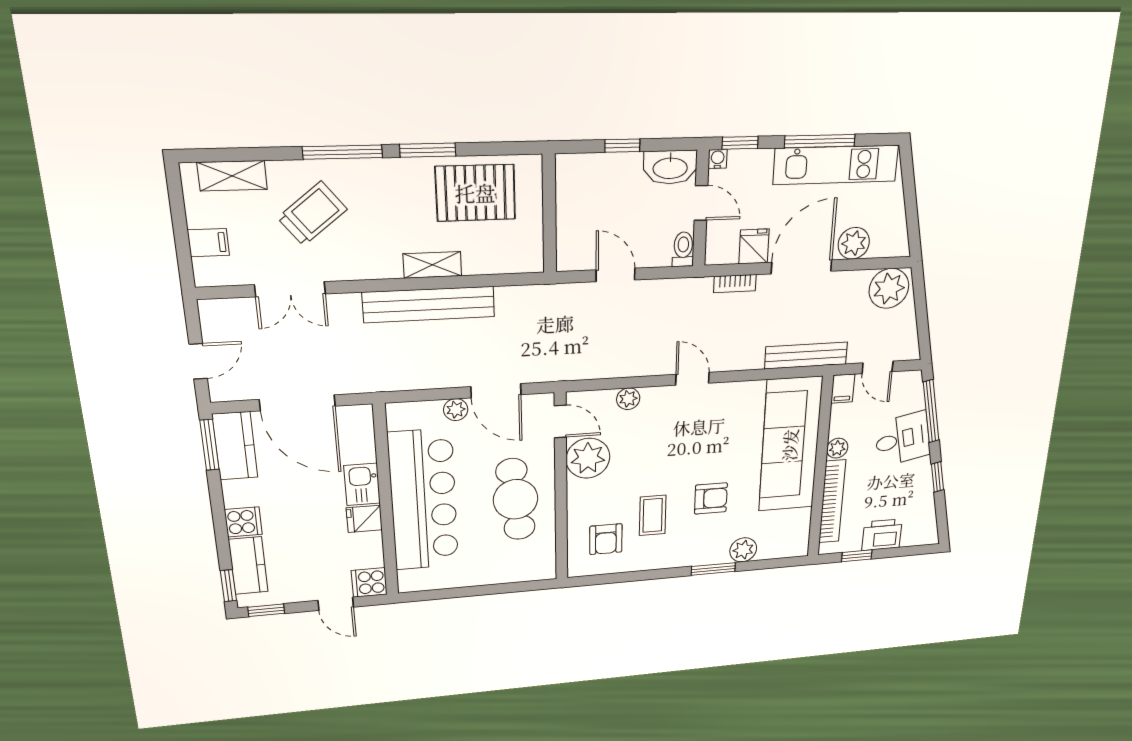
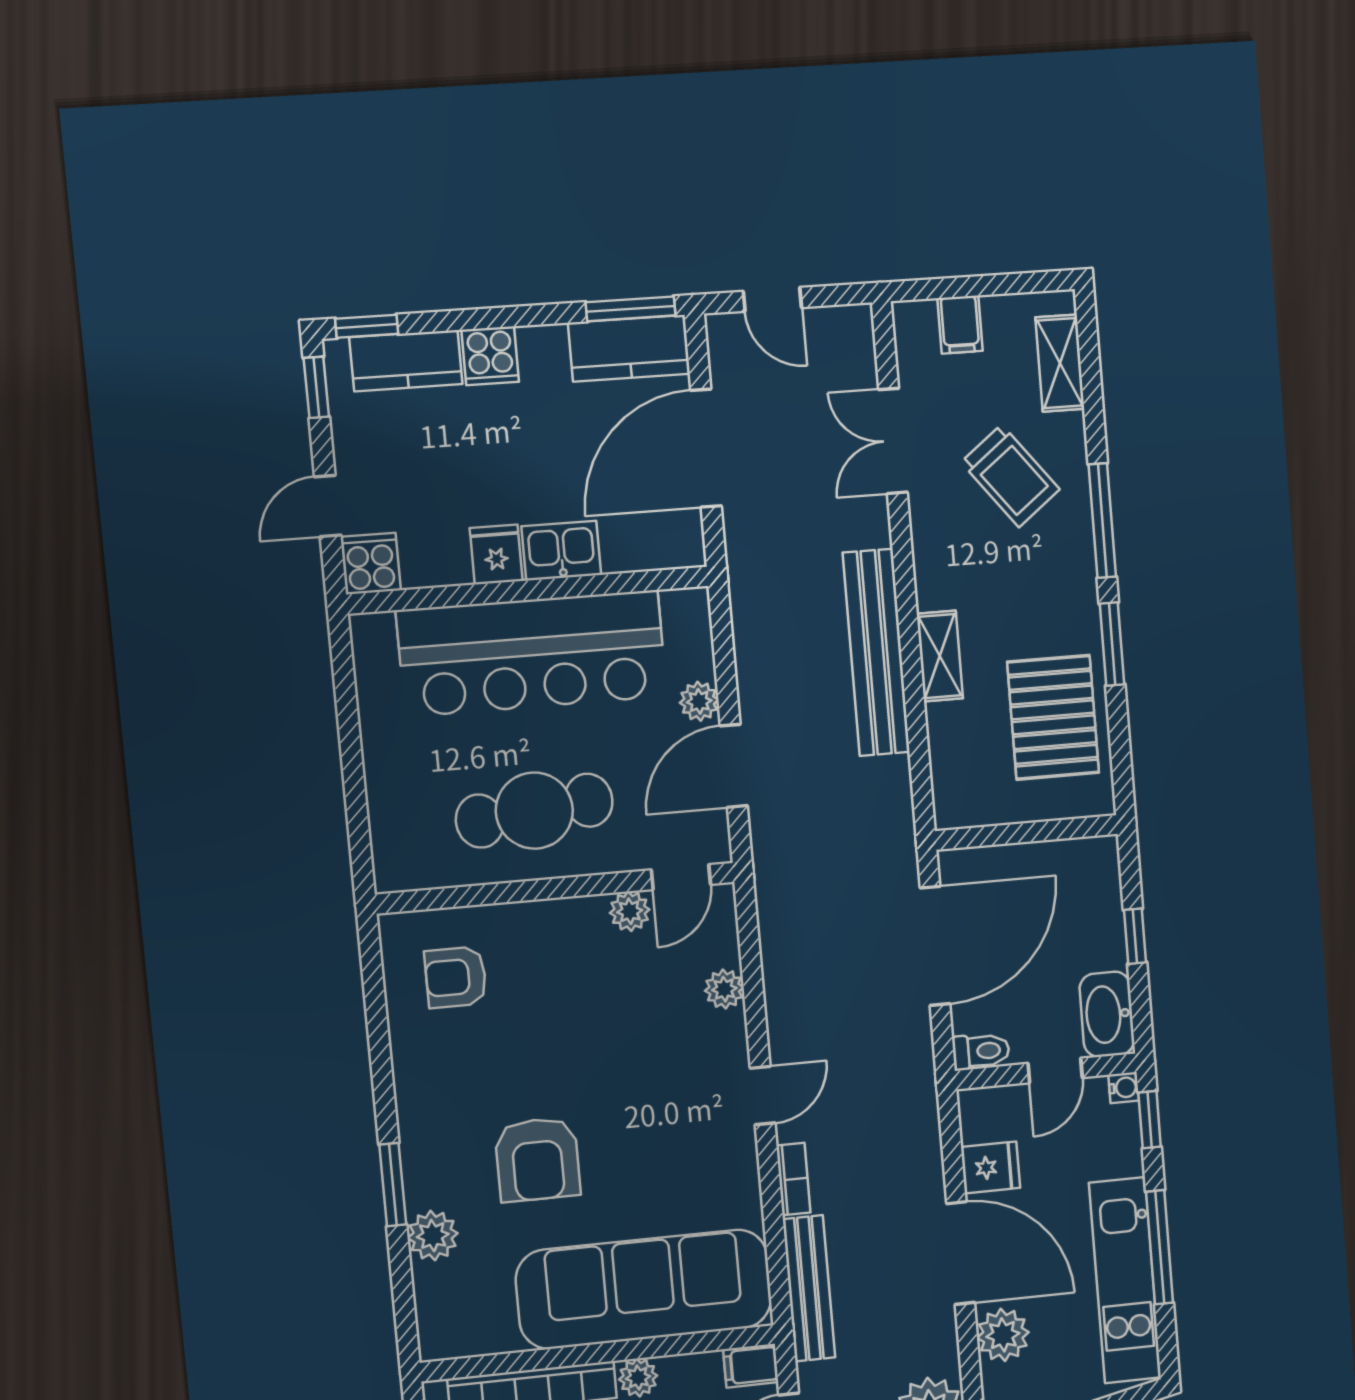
door: (616, 275) -> (935, 946), width x1.88
bookcase: (735, 284) -> (793, 1179), moved, turned 180
plant: (588, 458) -> (630, 911), width x0.53, depth x0.53
armchair: (711, 498) -> (538, 1159), width x1.38, depth x1.38
coffee table: (653, 515) -> (503, 1057), removed

